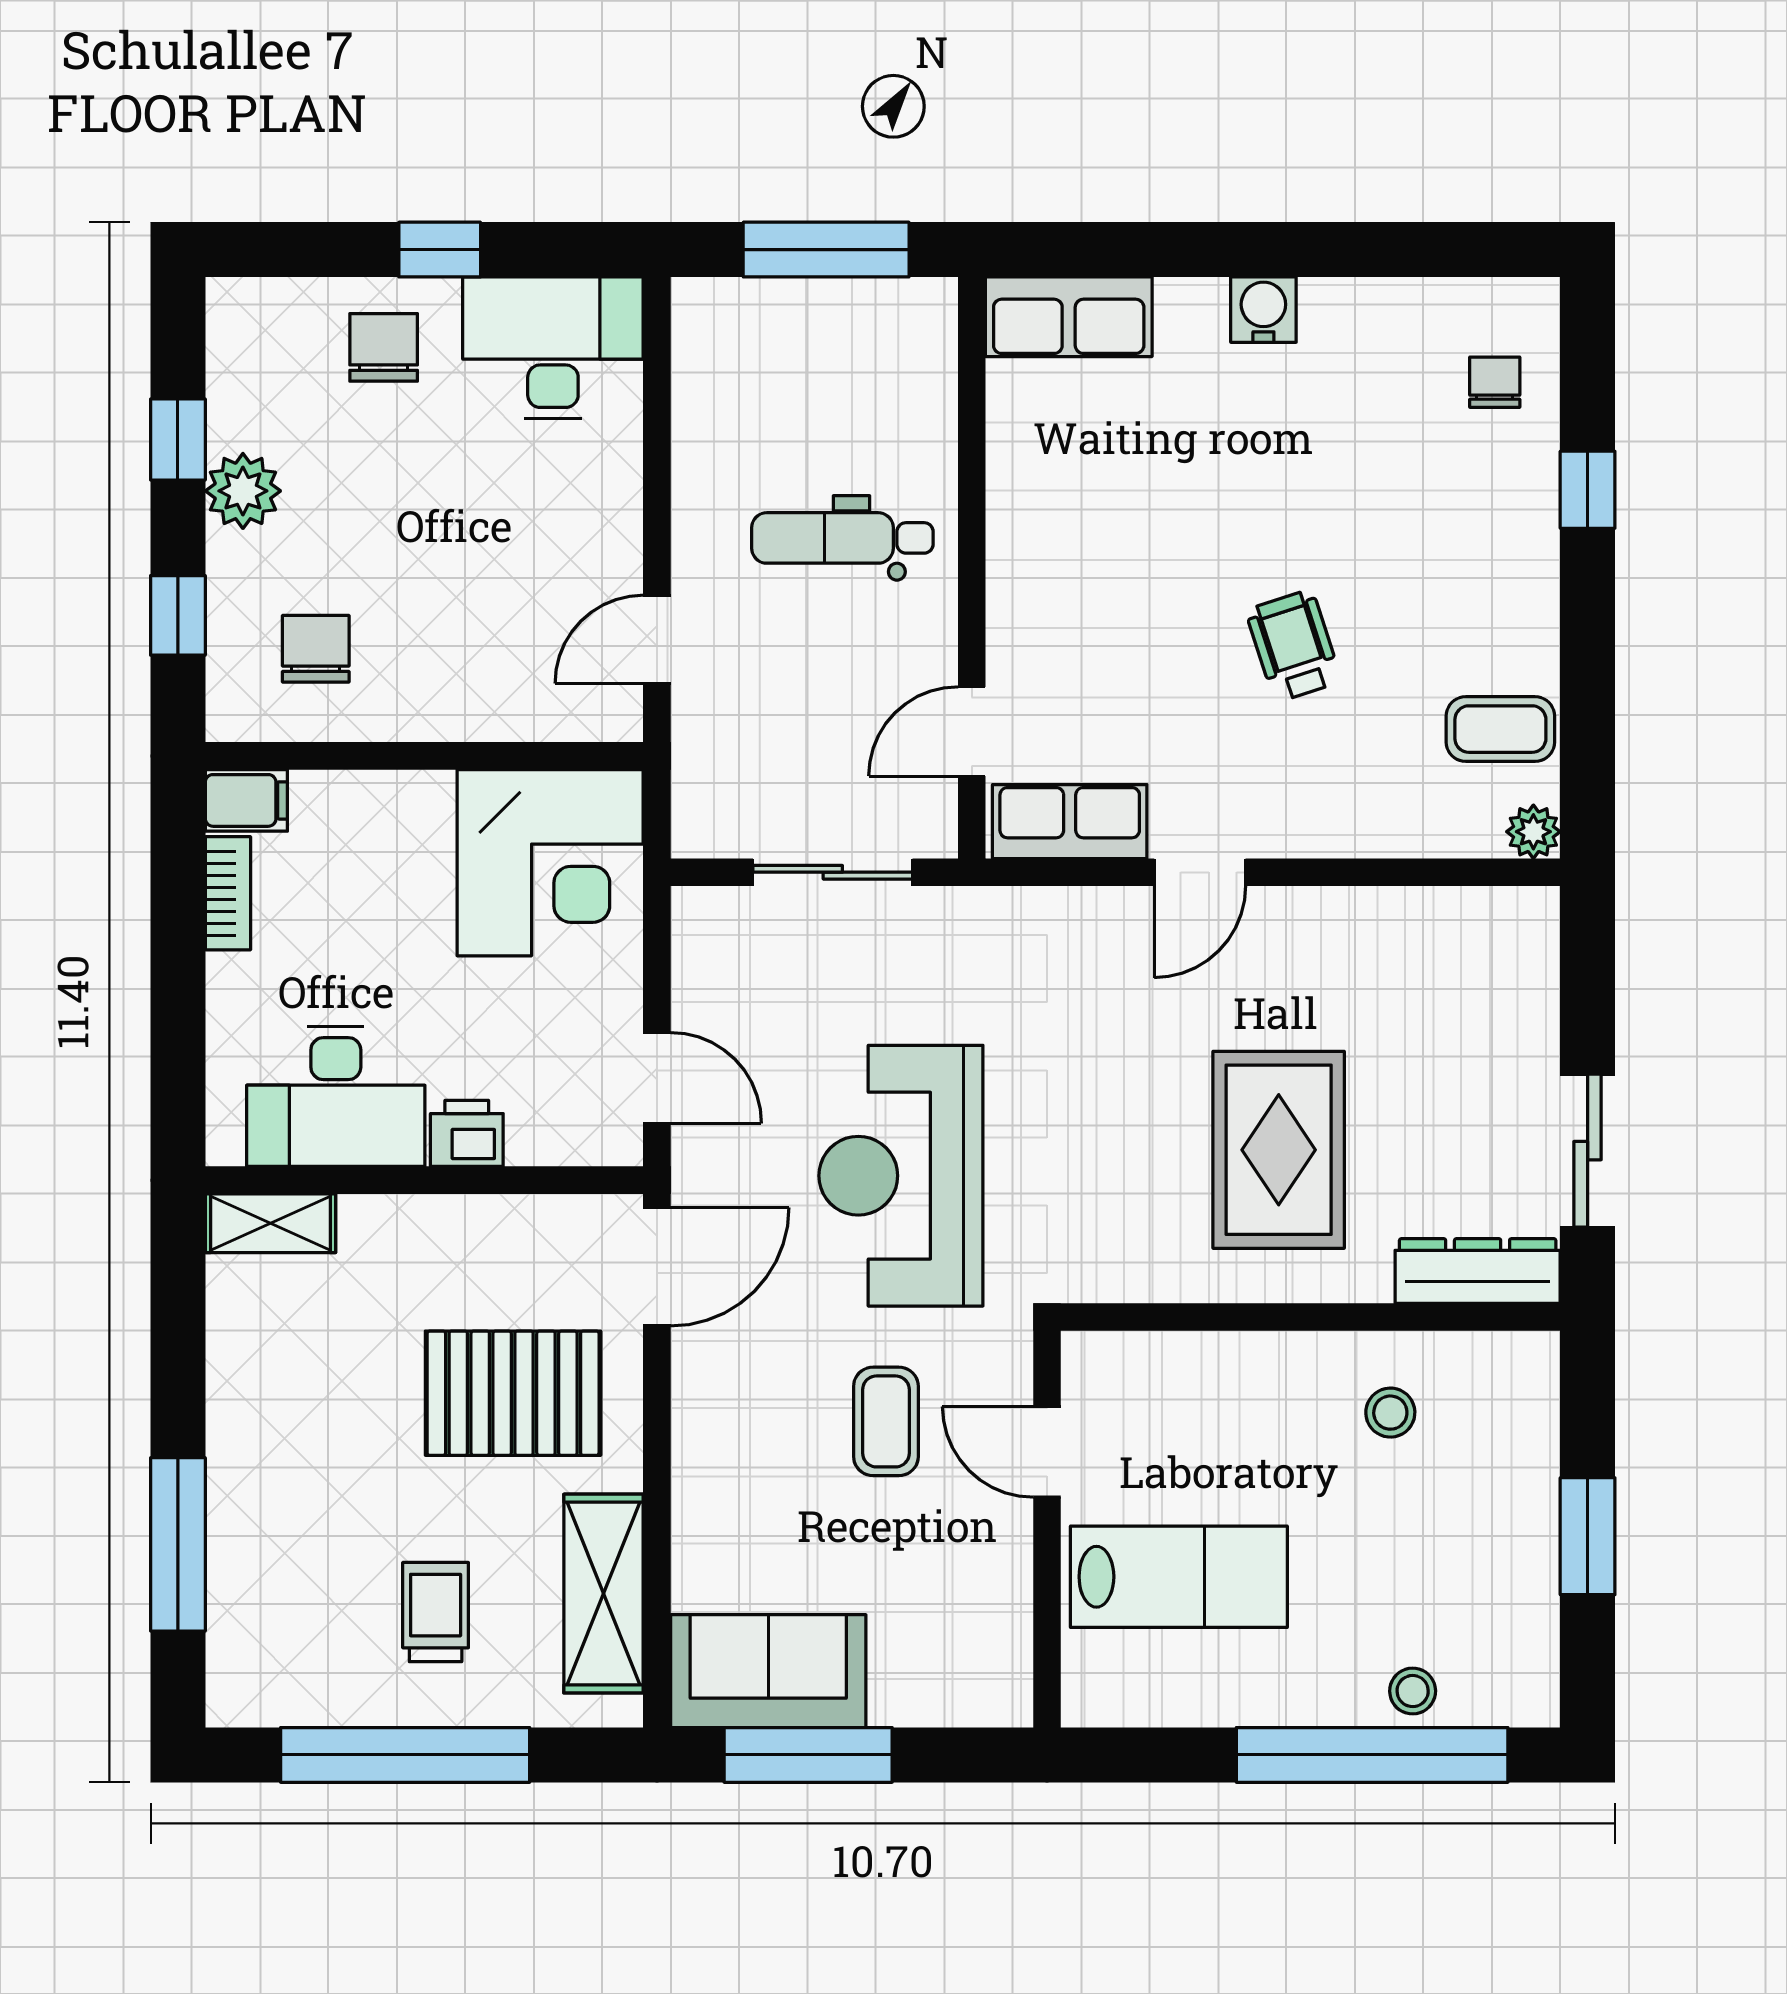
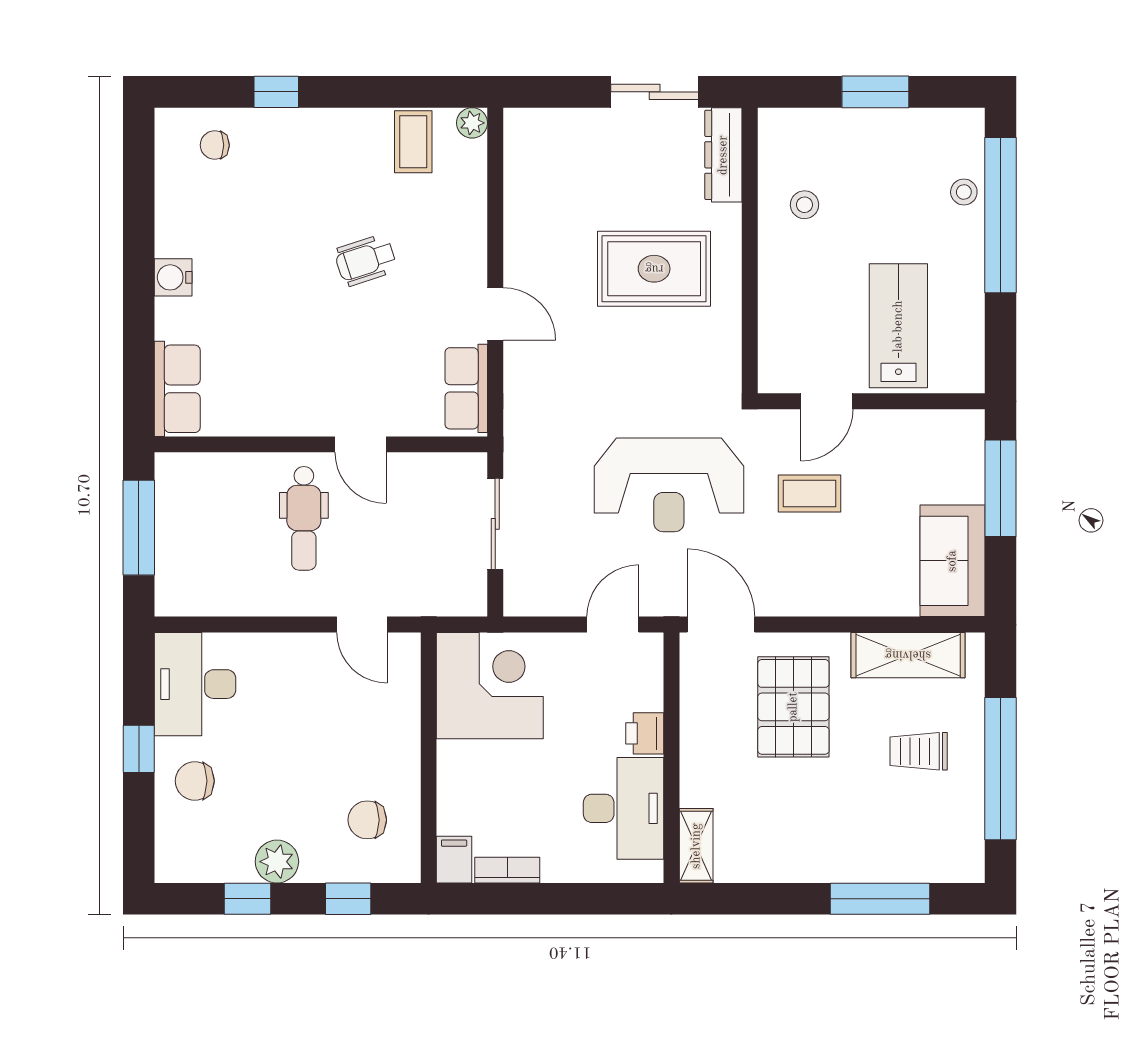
door: (972, 731) -> (360, 444), moved
window: (808, 1755) -> (1000, 488), moved

